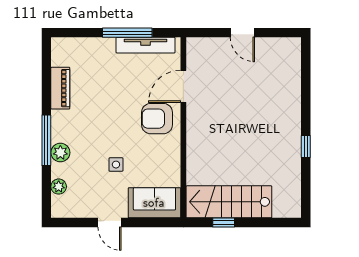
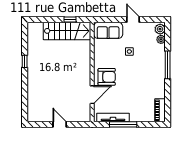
piano: (60, 88) -> (160, 110), moved
plant: (60, 153) -> (160, 29), moved

